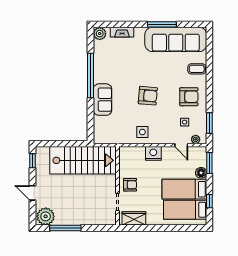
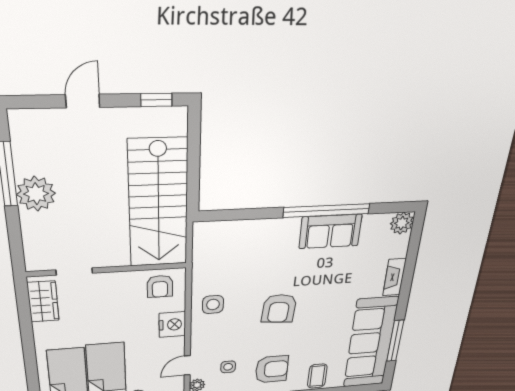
window: (162, 24) -> (395, 341), moved
fireplace: (122, 32) -> (394, 277), moved
armchair: (189, 97) -> (272, 369), turned -90
sofa: (102, 100) -> (330, 231), moved
armchair: (130, 185) -> (160, 286), moved
plant: (46, 216) -> (36, 194), moved

